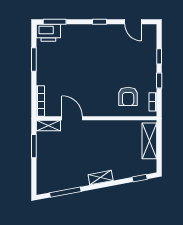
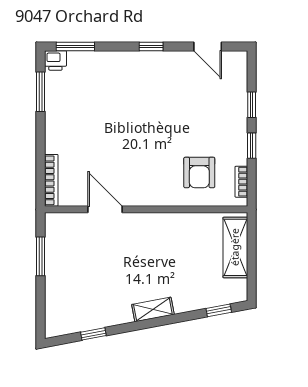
printer: (48, 33) -> (55, 60), width x0.53, depth x0.68
window: (34, 60) -> (40, 92), moved
shelving: (48, 125) -> (65, 222), removed
window: (65, 192) -> (93, 334), width x0.46

